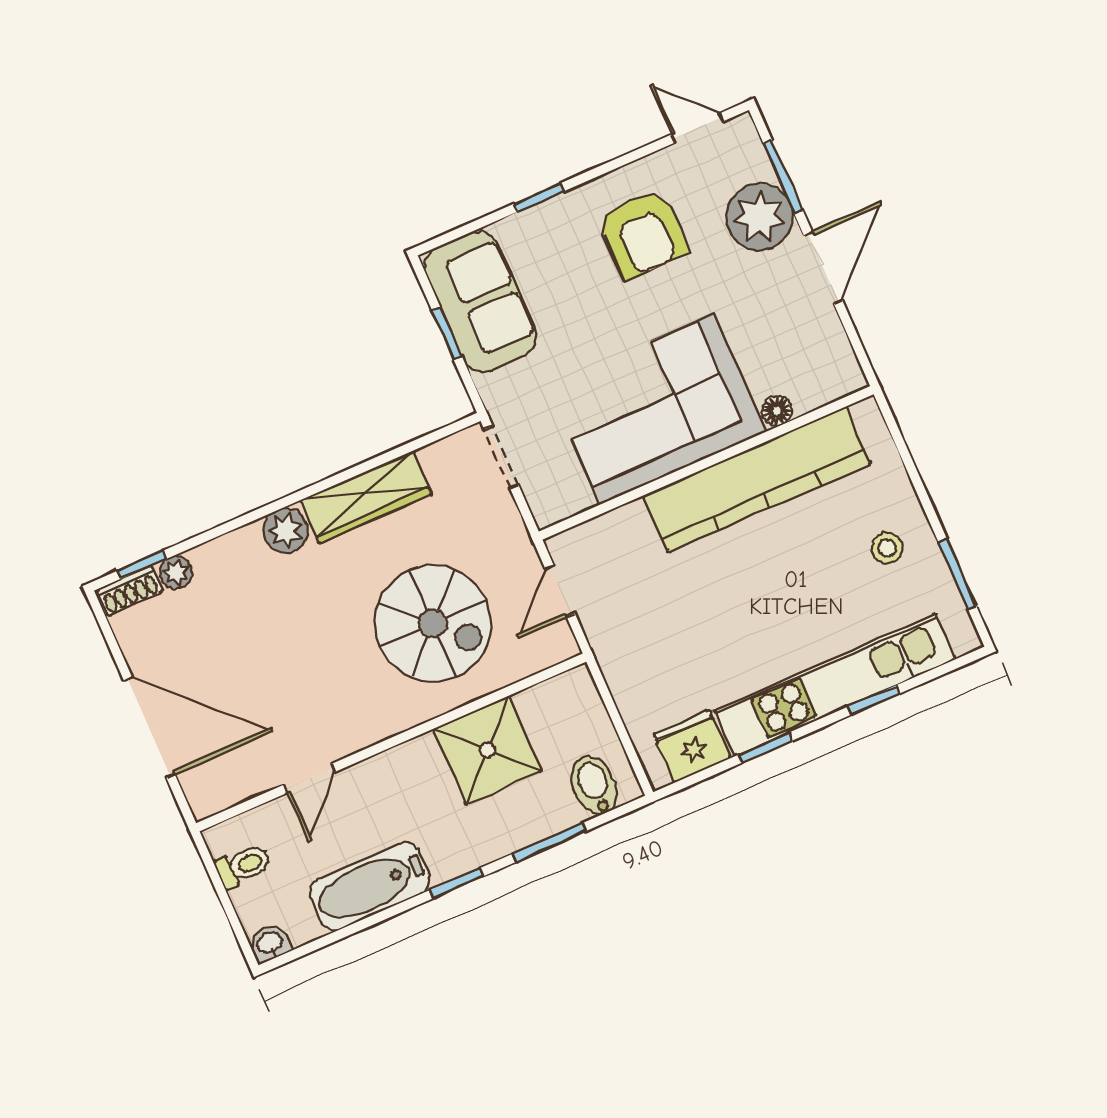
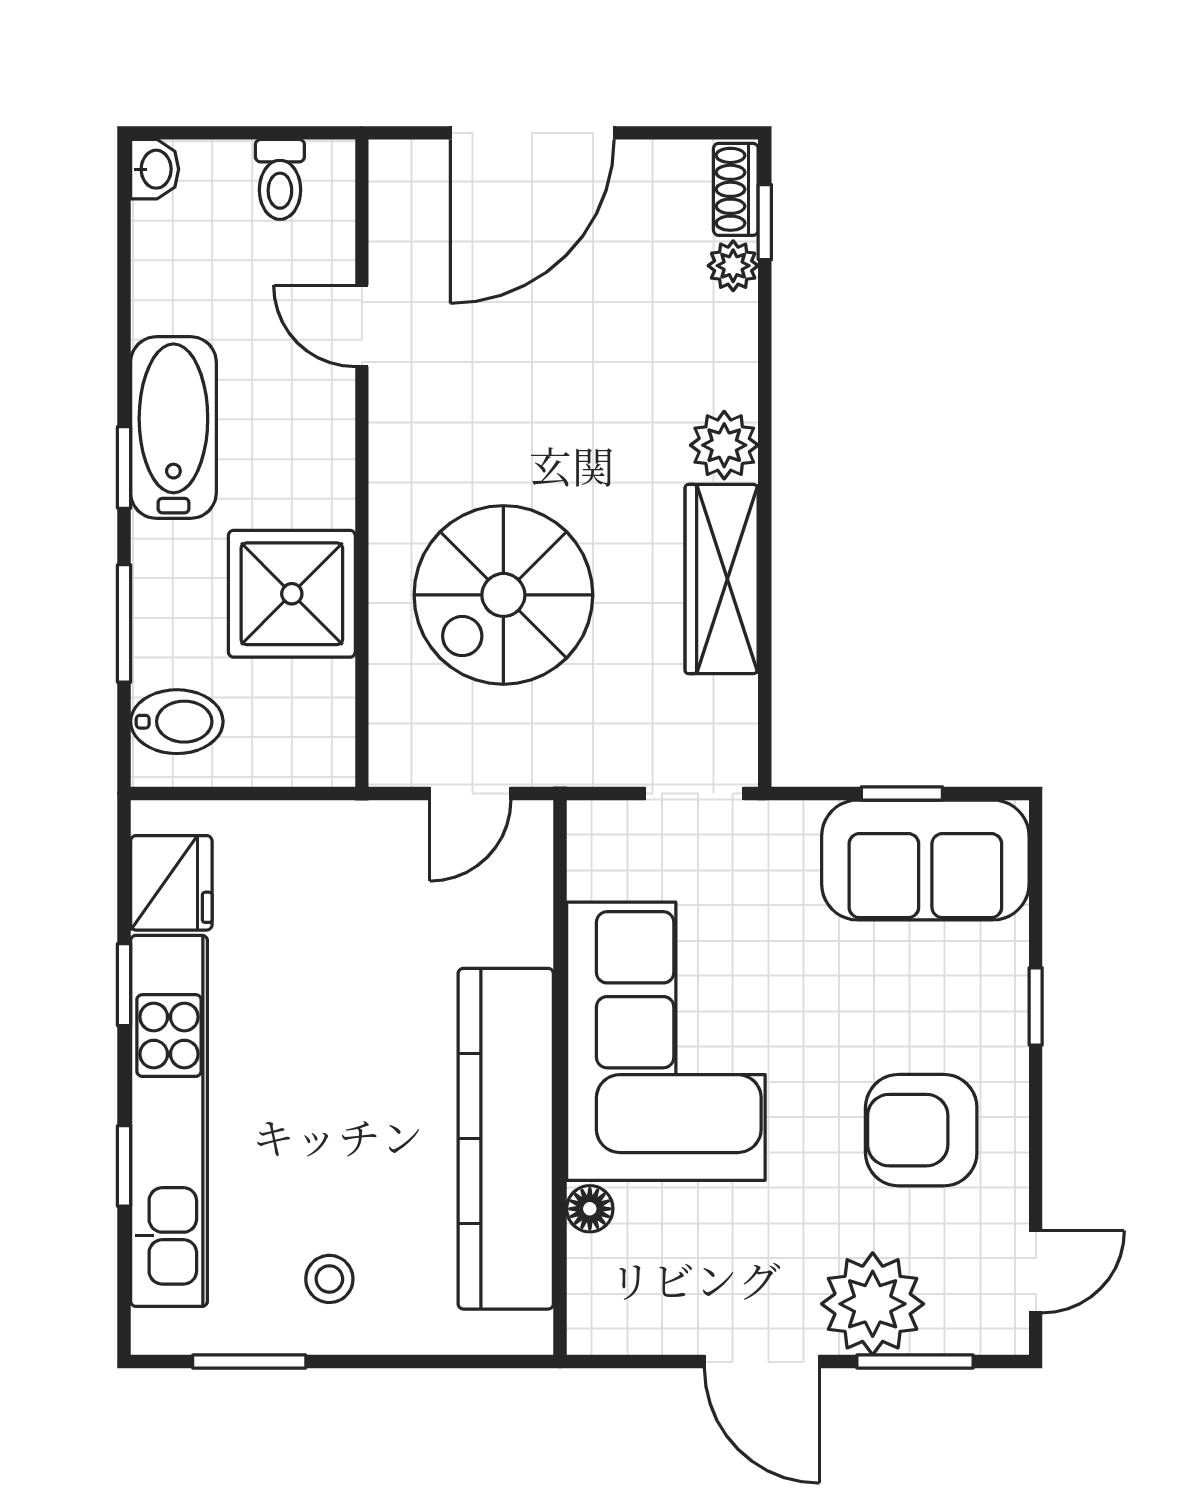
door: (560, 591) -> (470, 793), swing flipped
bathtub: (370, 886) -> (173, 428), moved

